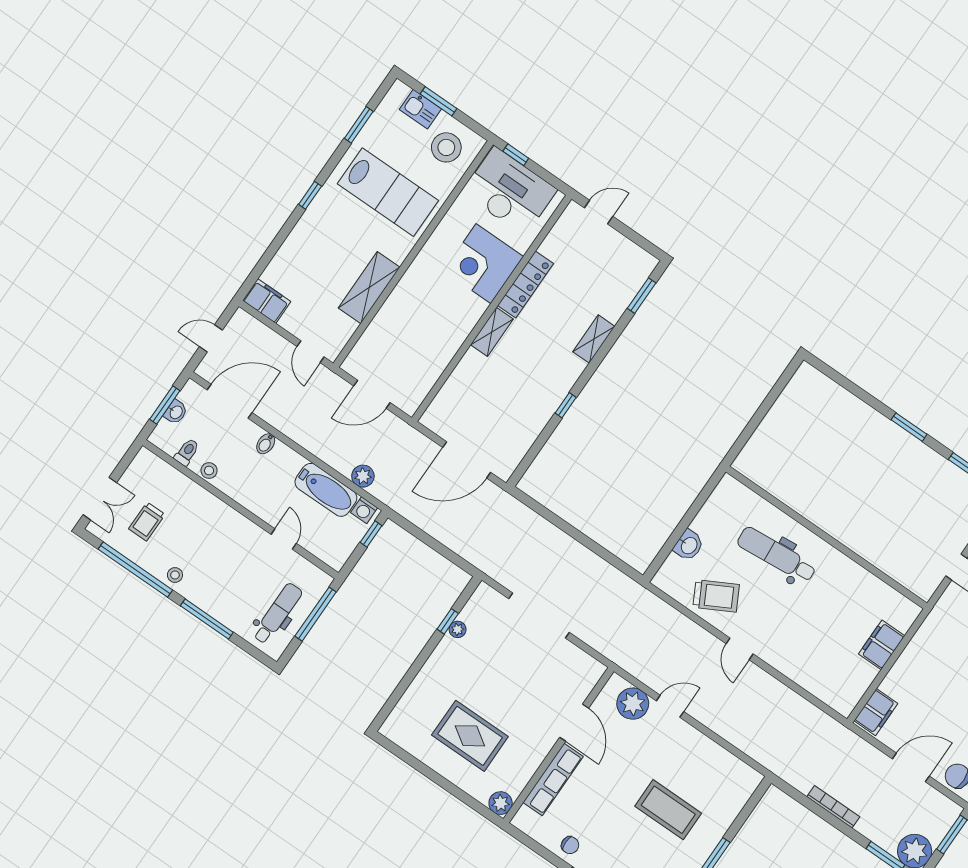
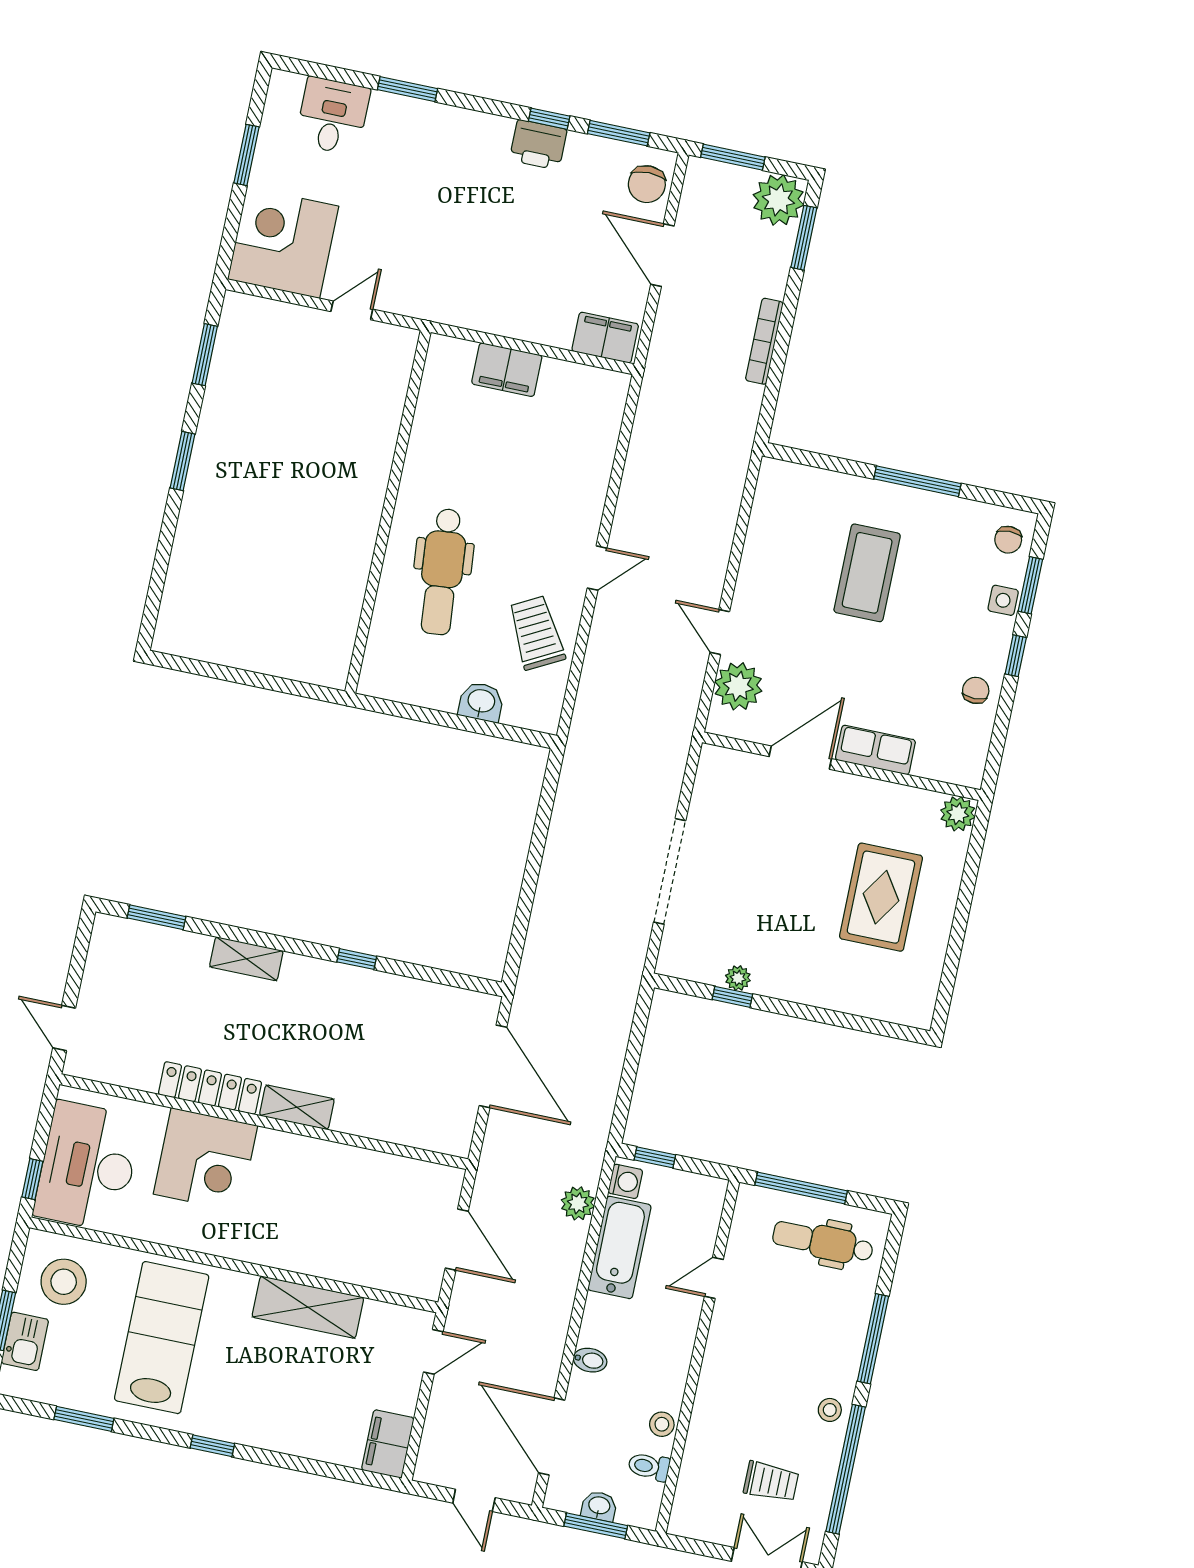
row of seats: (553, 779) -> (875, 750), width x0.68

